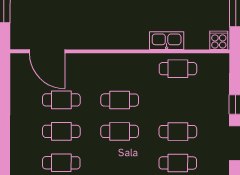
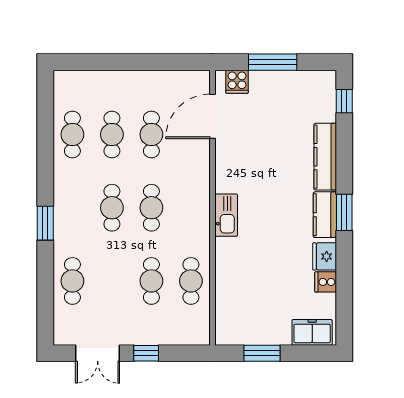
cooker: (219, 40) -> (237, 82), moved, turned 90
kitchen sink: (167, 41) -> (226, 215), moved
cafe table: (178, 132) -> (151, 281), moved

